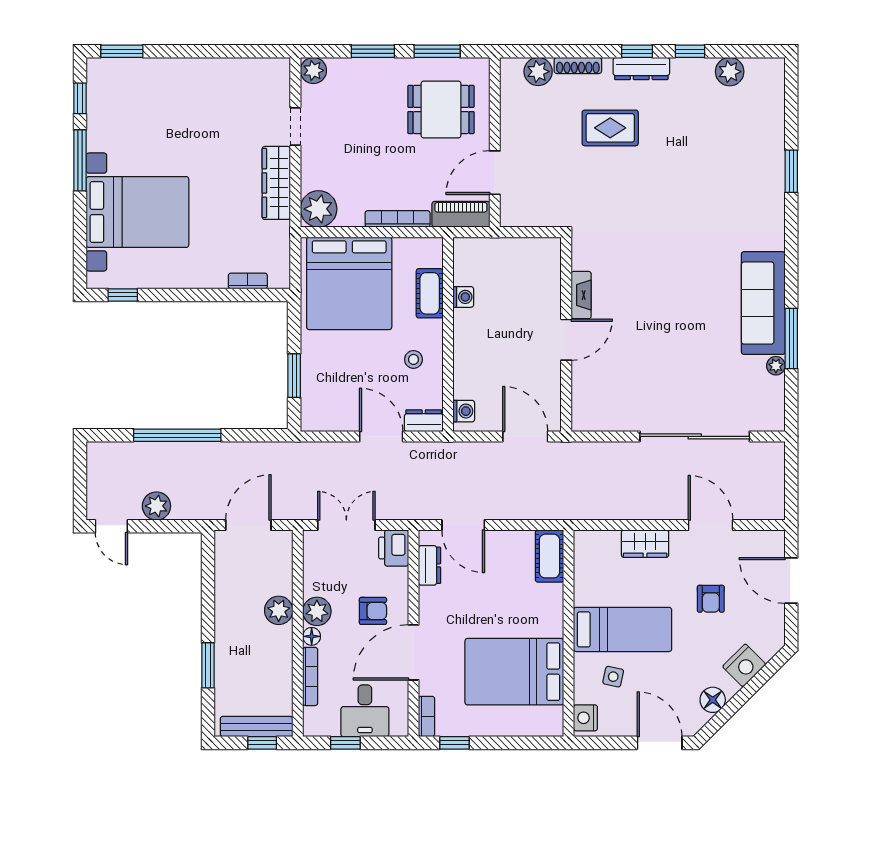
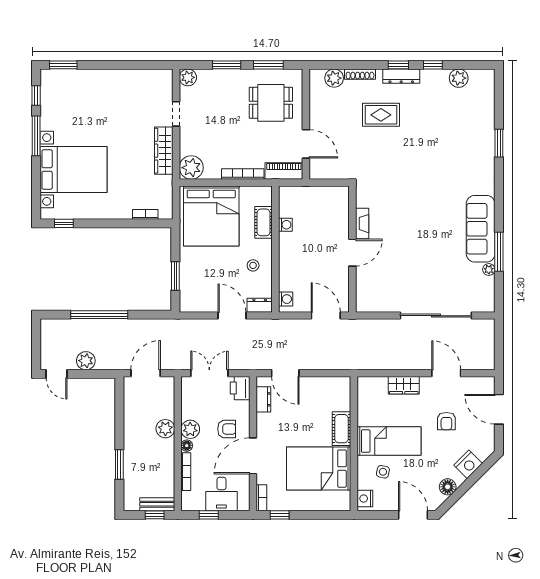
door: (495, 173) -> (306, 144), swing flipped
cot: (549, 556) -> (341, 429), moved
bench: (257, 727) -> (157, 504), width x0.73

